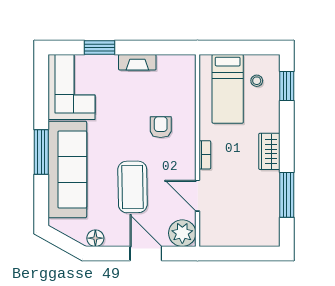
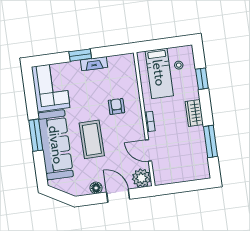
window: (100, 47) -> (80, 55), moved
window: (287, 86) -> (202, 79), moved
coffee table: (133, 187) -> (92, 139), moved
floor lamp: (95, 238) -> (96, 188), moved

